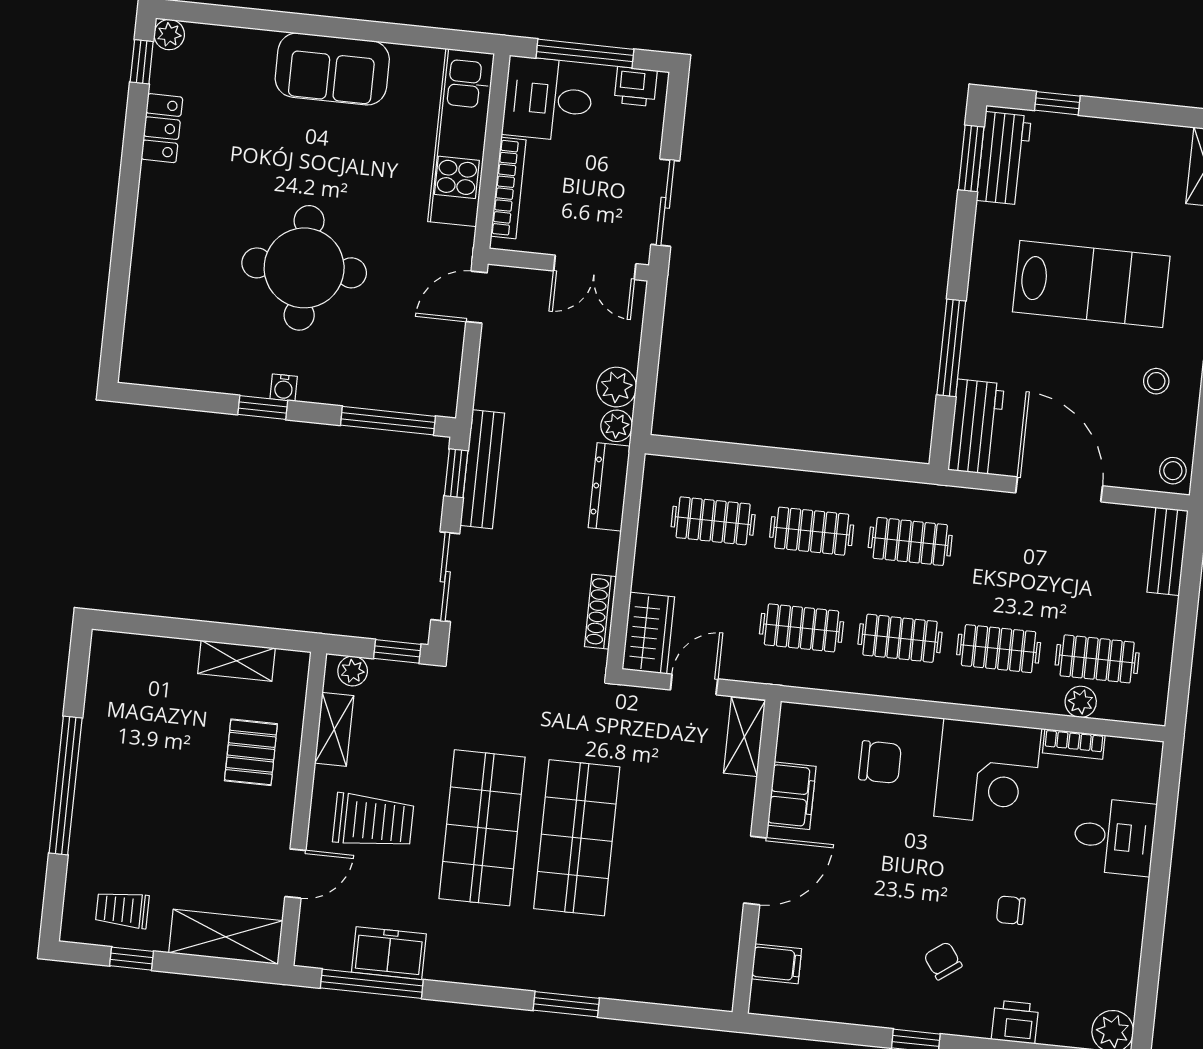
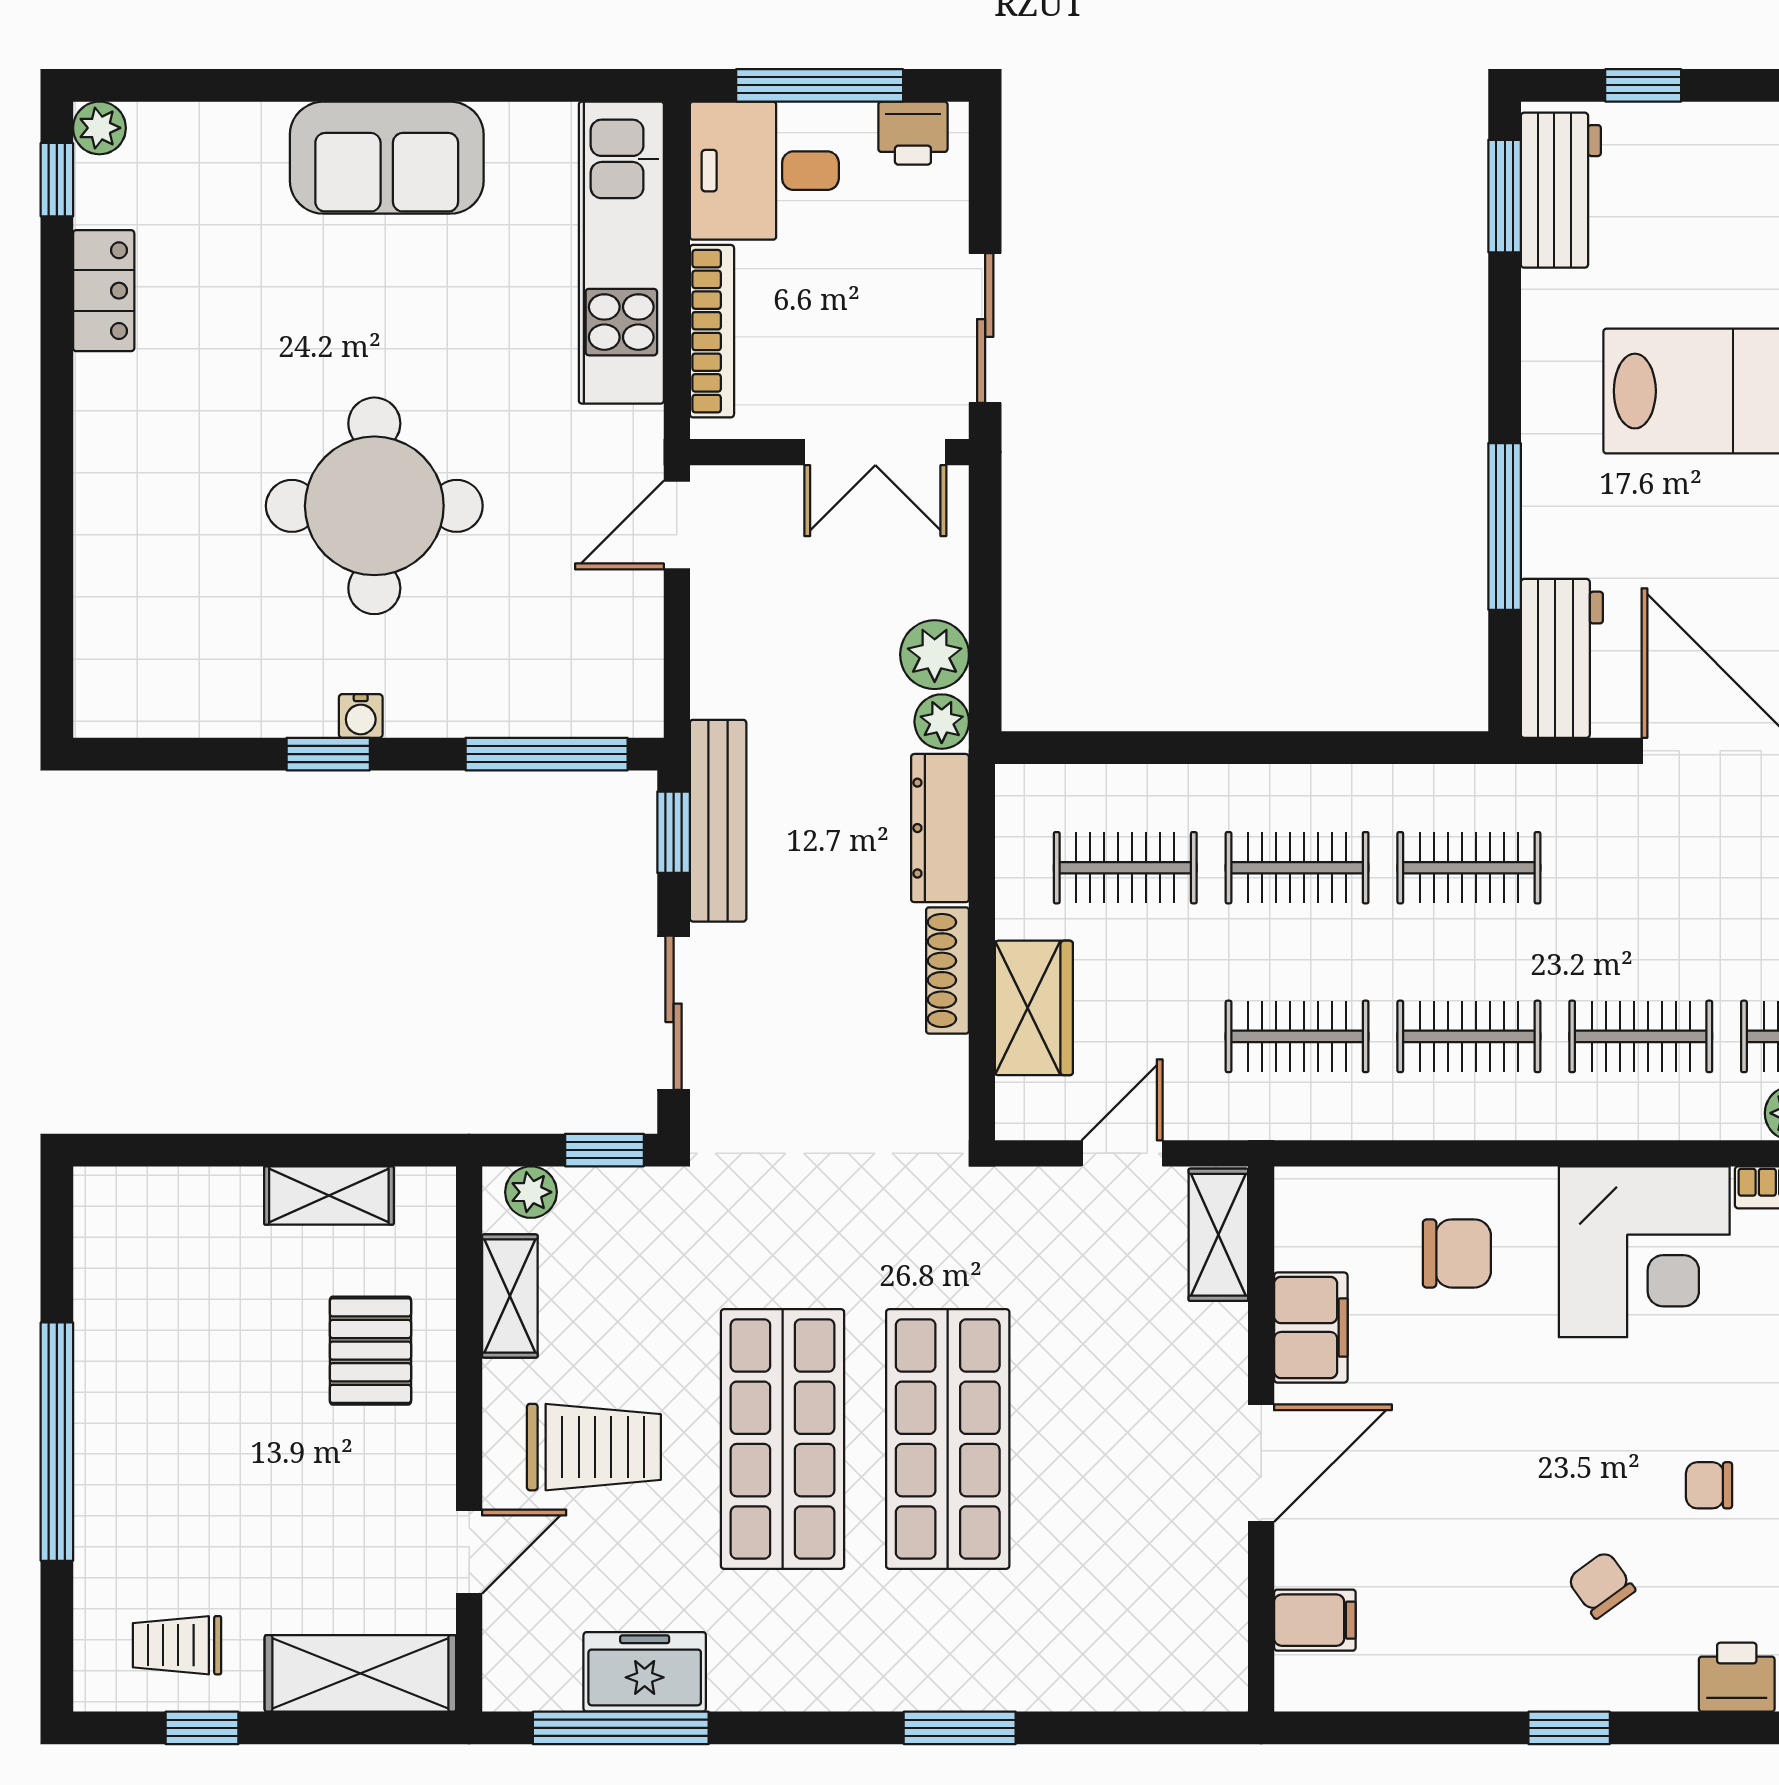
shoe rack: (600, 612) -> (948, 970), moved
wardrobe: (648, 633) -> (1034, 1008), moved

